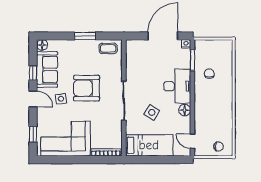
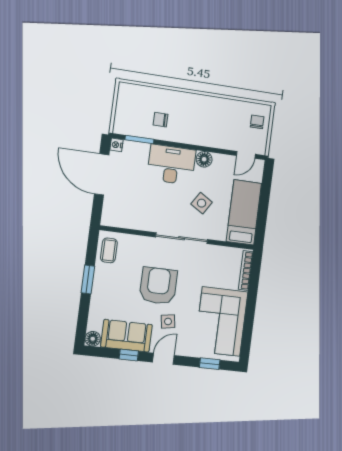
armchair: (87, 88) -> (158, 286), turned 180

